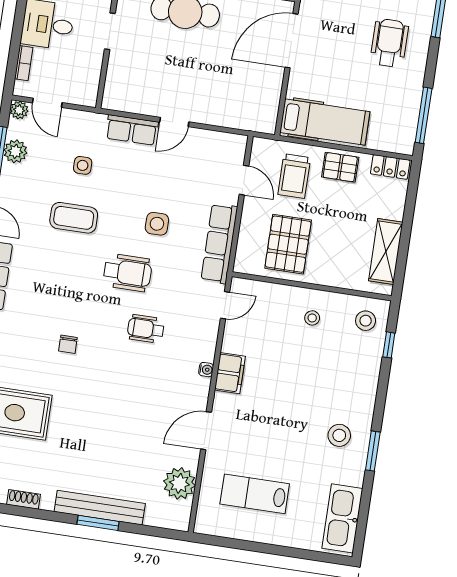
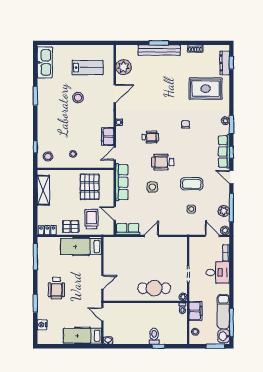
door: (291, 41) -> (102, 282), width x0.53
row of seats: (132, 130) -> (128, 229), moved
filing cabinet: (230, 373) -> (108, 137), moved
stool: (339, 435) -> (78, 98), moved

